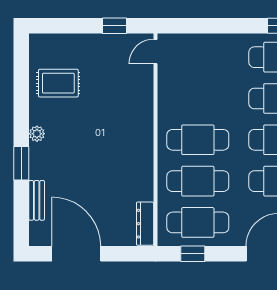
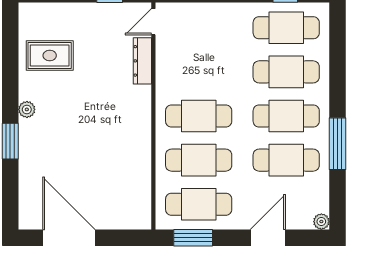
bench: (37, 200) -> (27, 181), removed
dresser: (145, 224) -> (142, 61), moved
window: (193, 254) -> (193, 238), width x1.50

